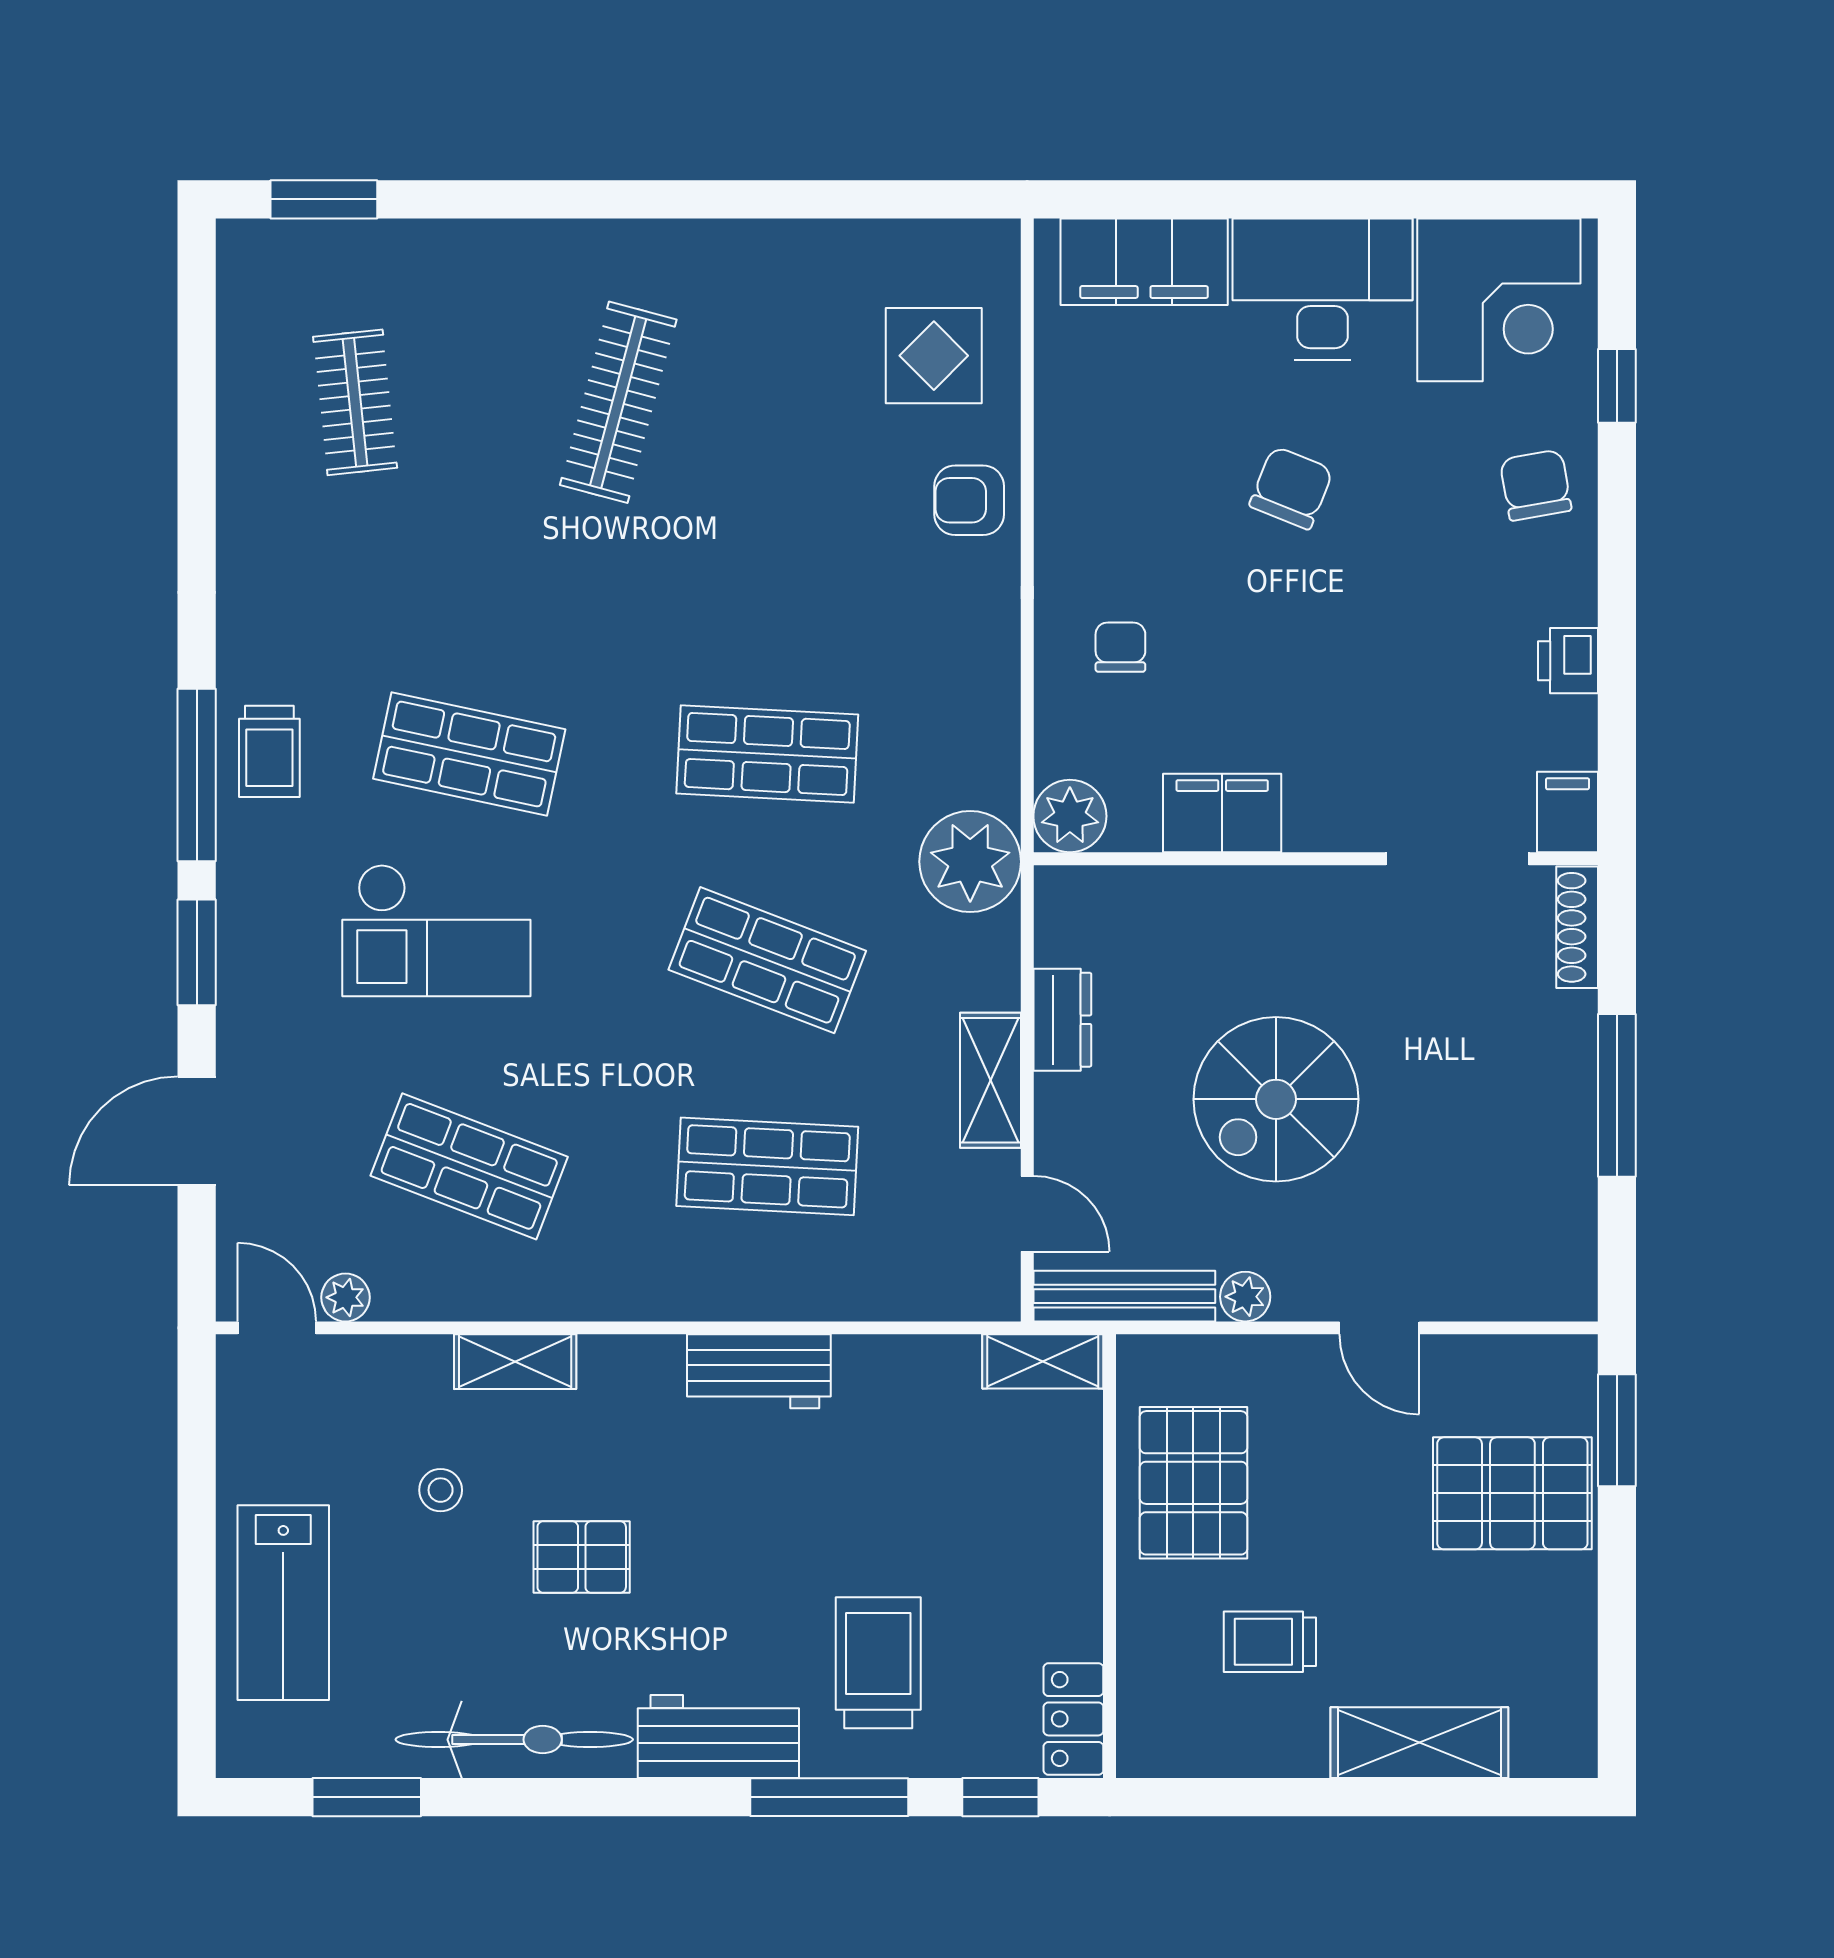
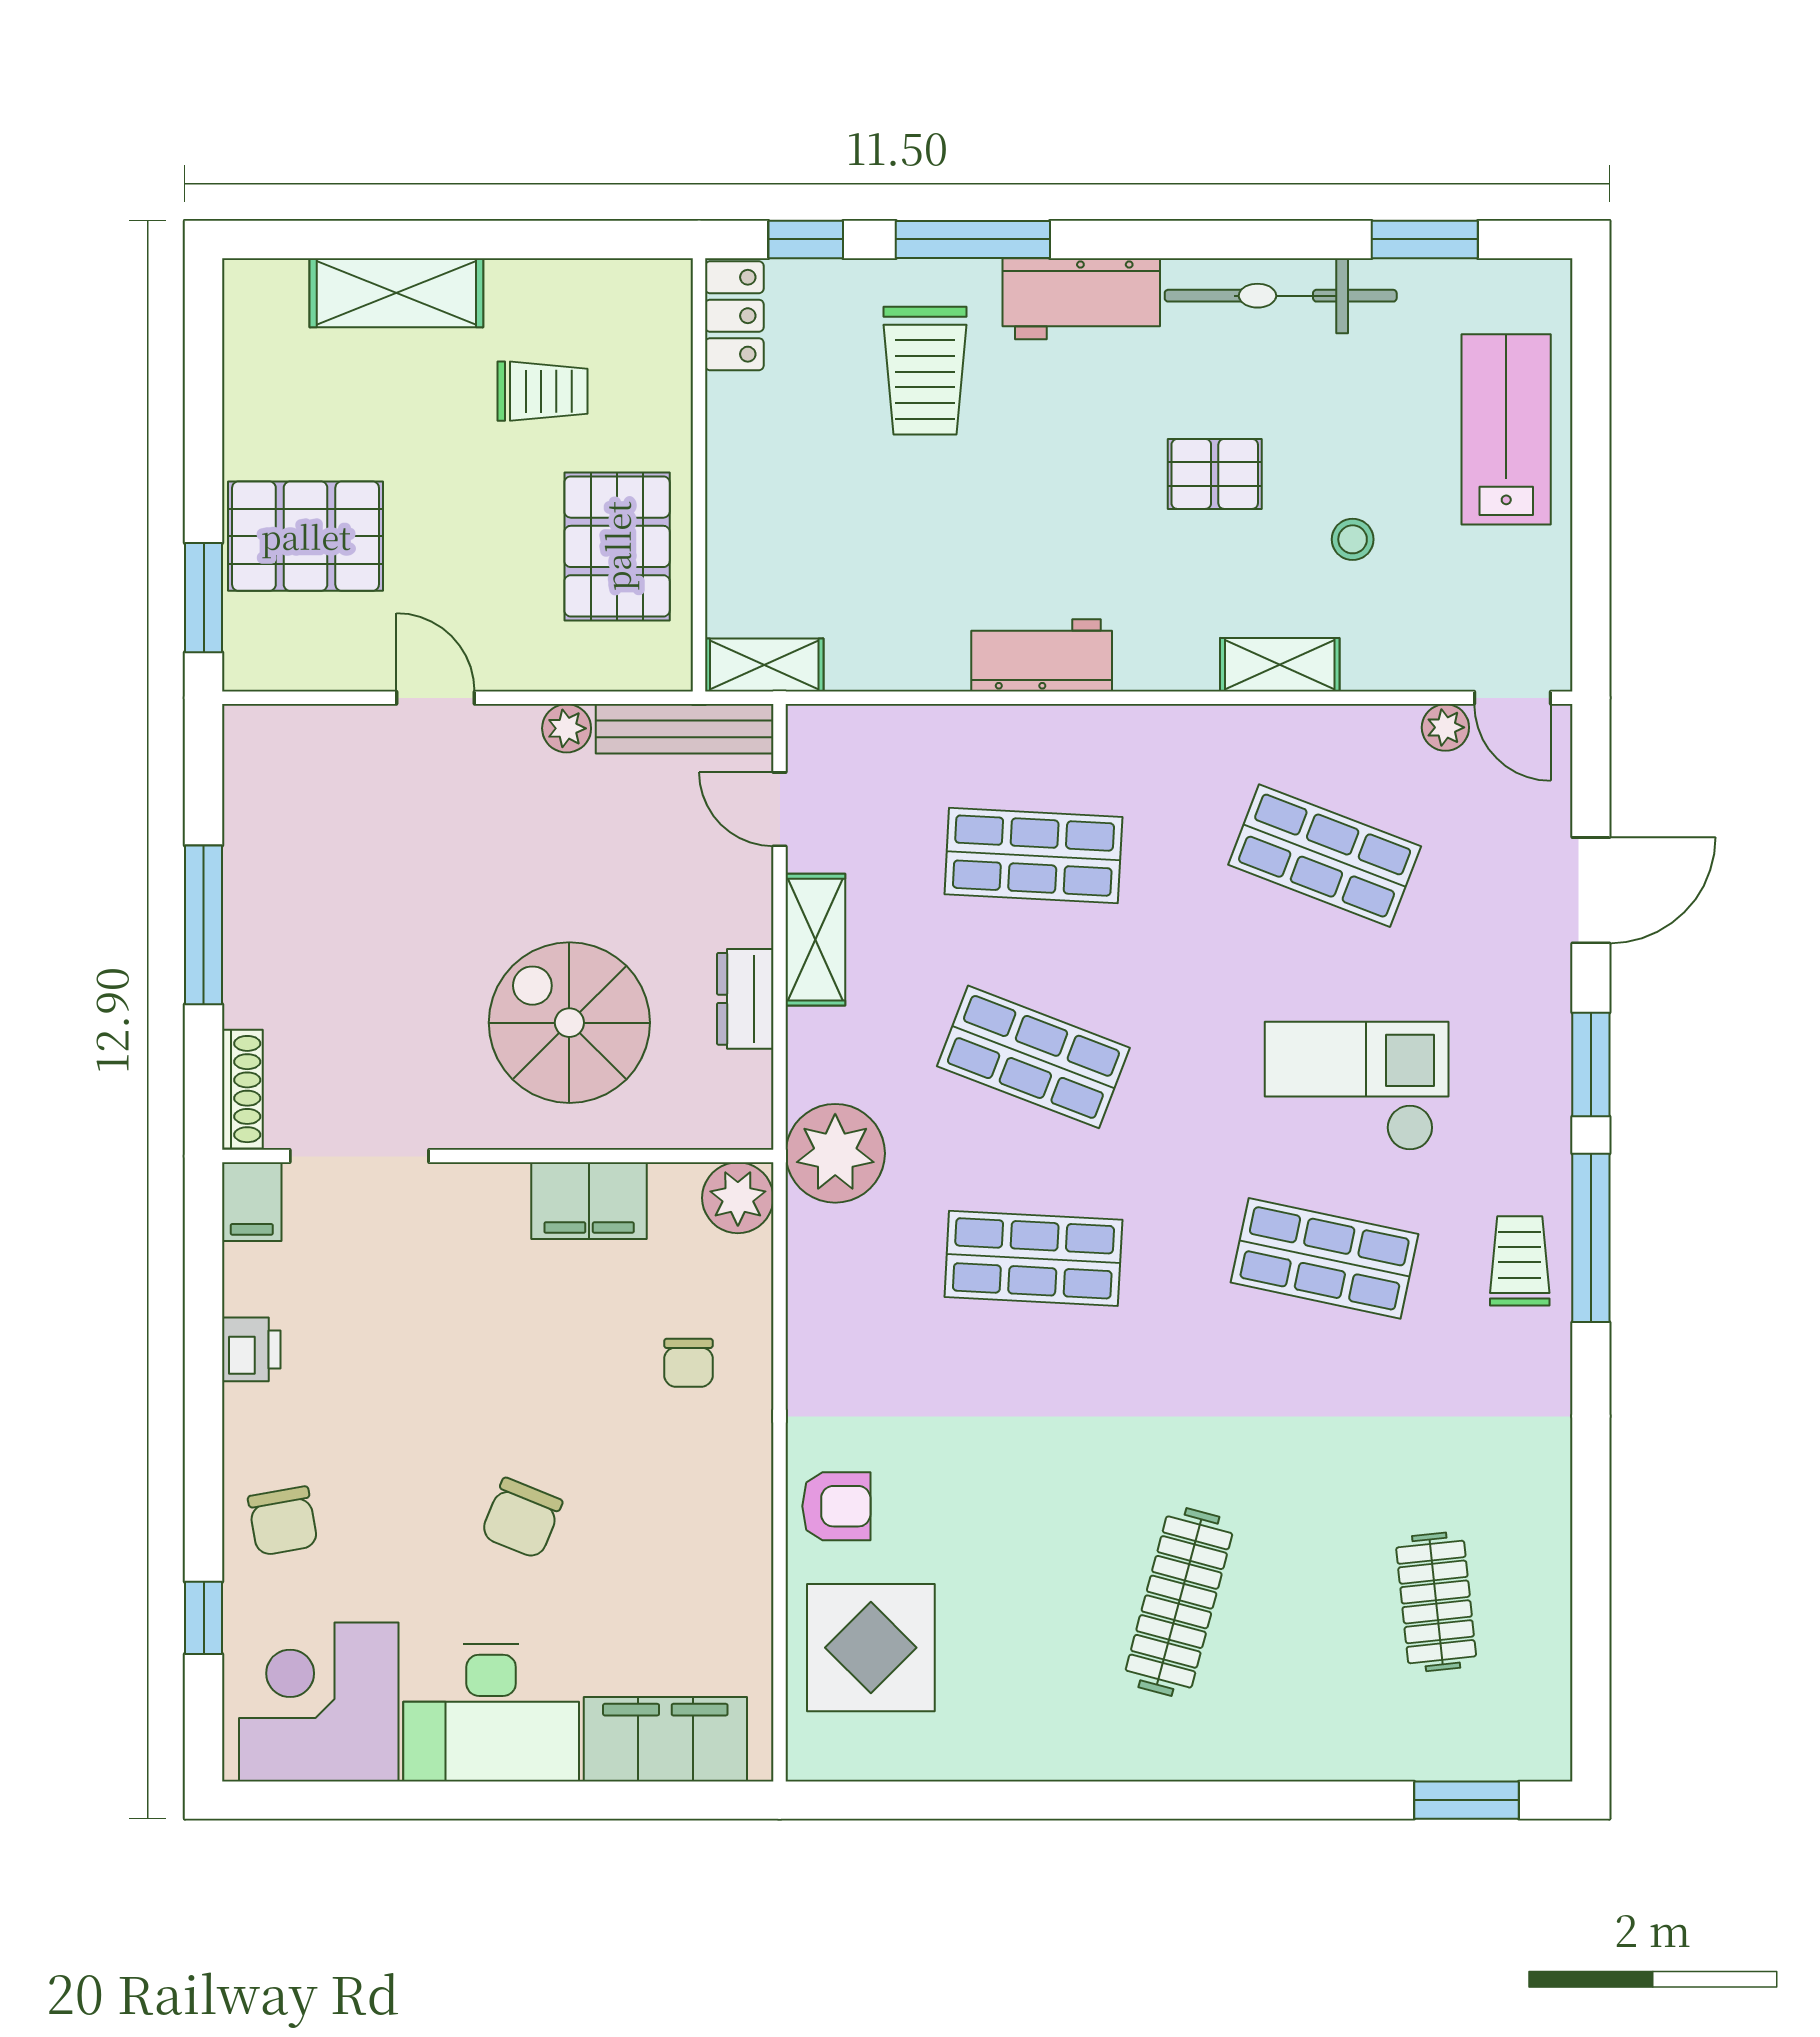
display table: (934, 356) -> (871, 1648), width x1.36, depth x1.36
spiral stairs: (1276, 1099) -> (569, 1023), moved, turned -90

